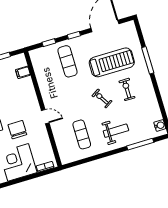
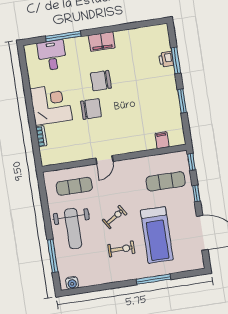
filing cabinet: (23, 72) -> (162, 140), moved
wall: (43, 109) -> (114, 158), moved
door: (45, 117) -> (104, 160), moved
weight bench: (116, 131) -> (73, 229), width x1.36, depth x1.33

